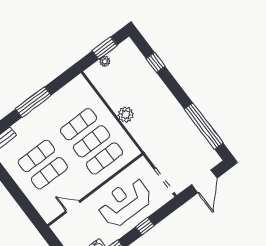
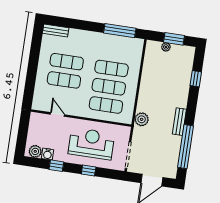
window: (33, 102) -> (120, 31), moved
bench: (178, 111) -> (179, 122), added
plant: (126, 115) -> (142, 119), moved

